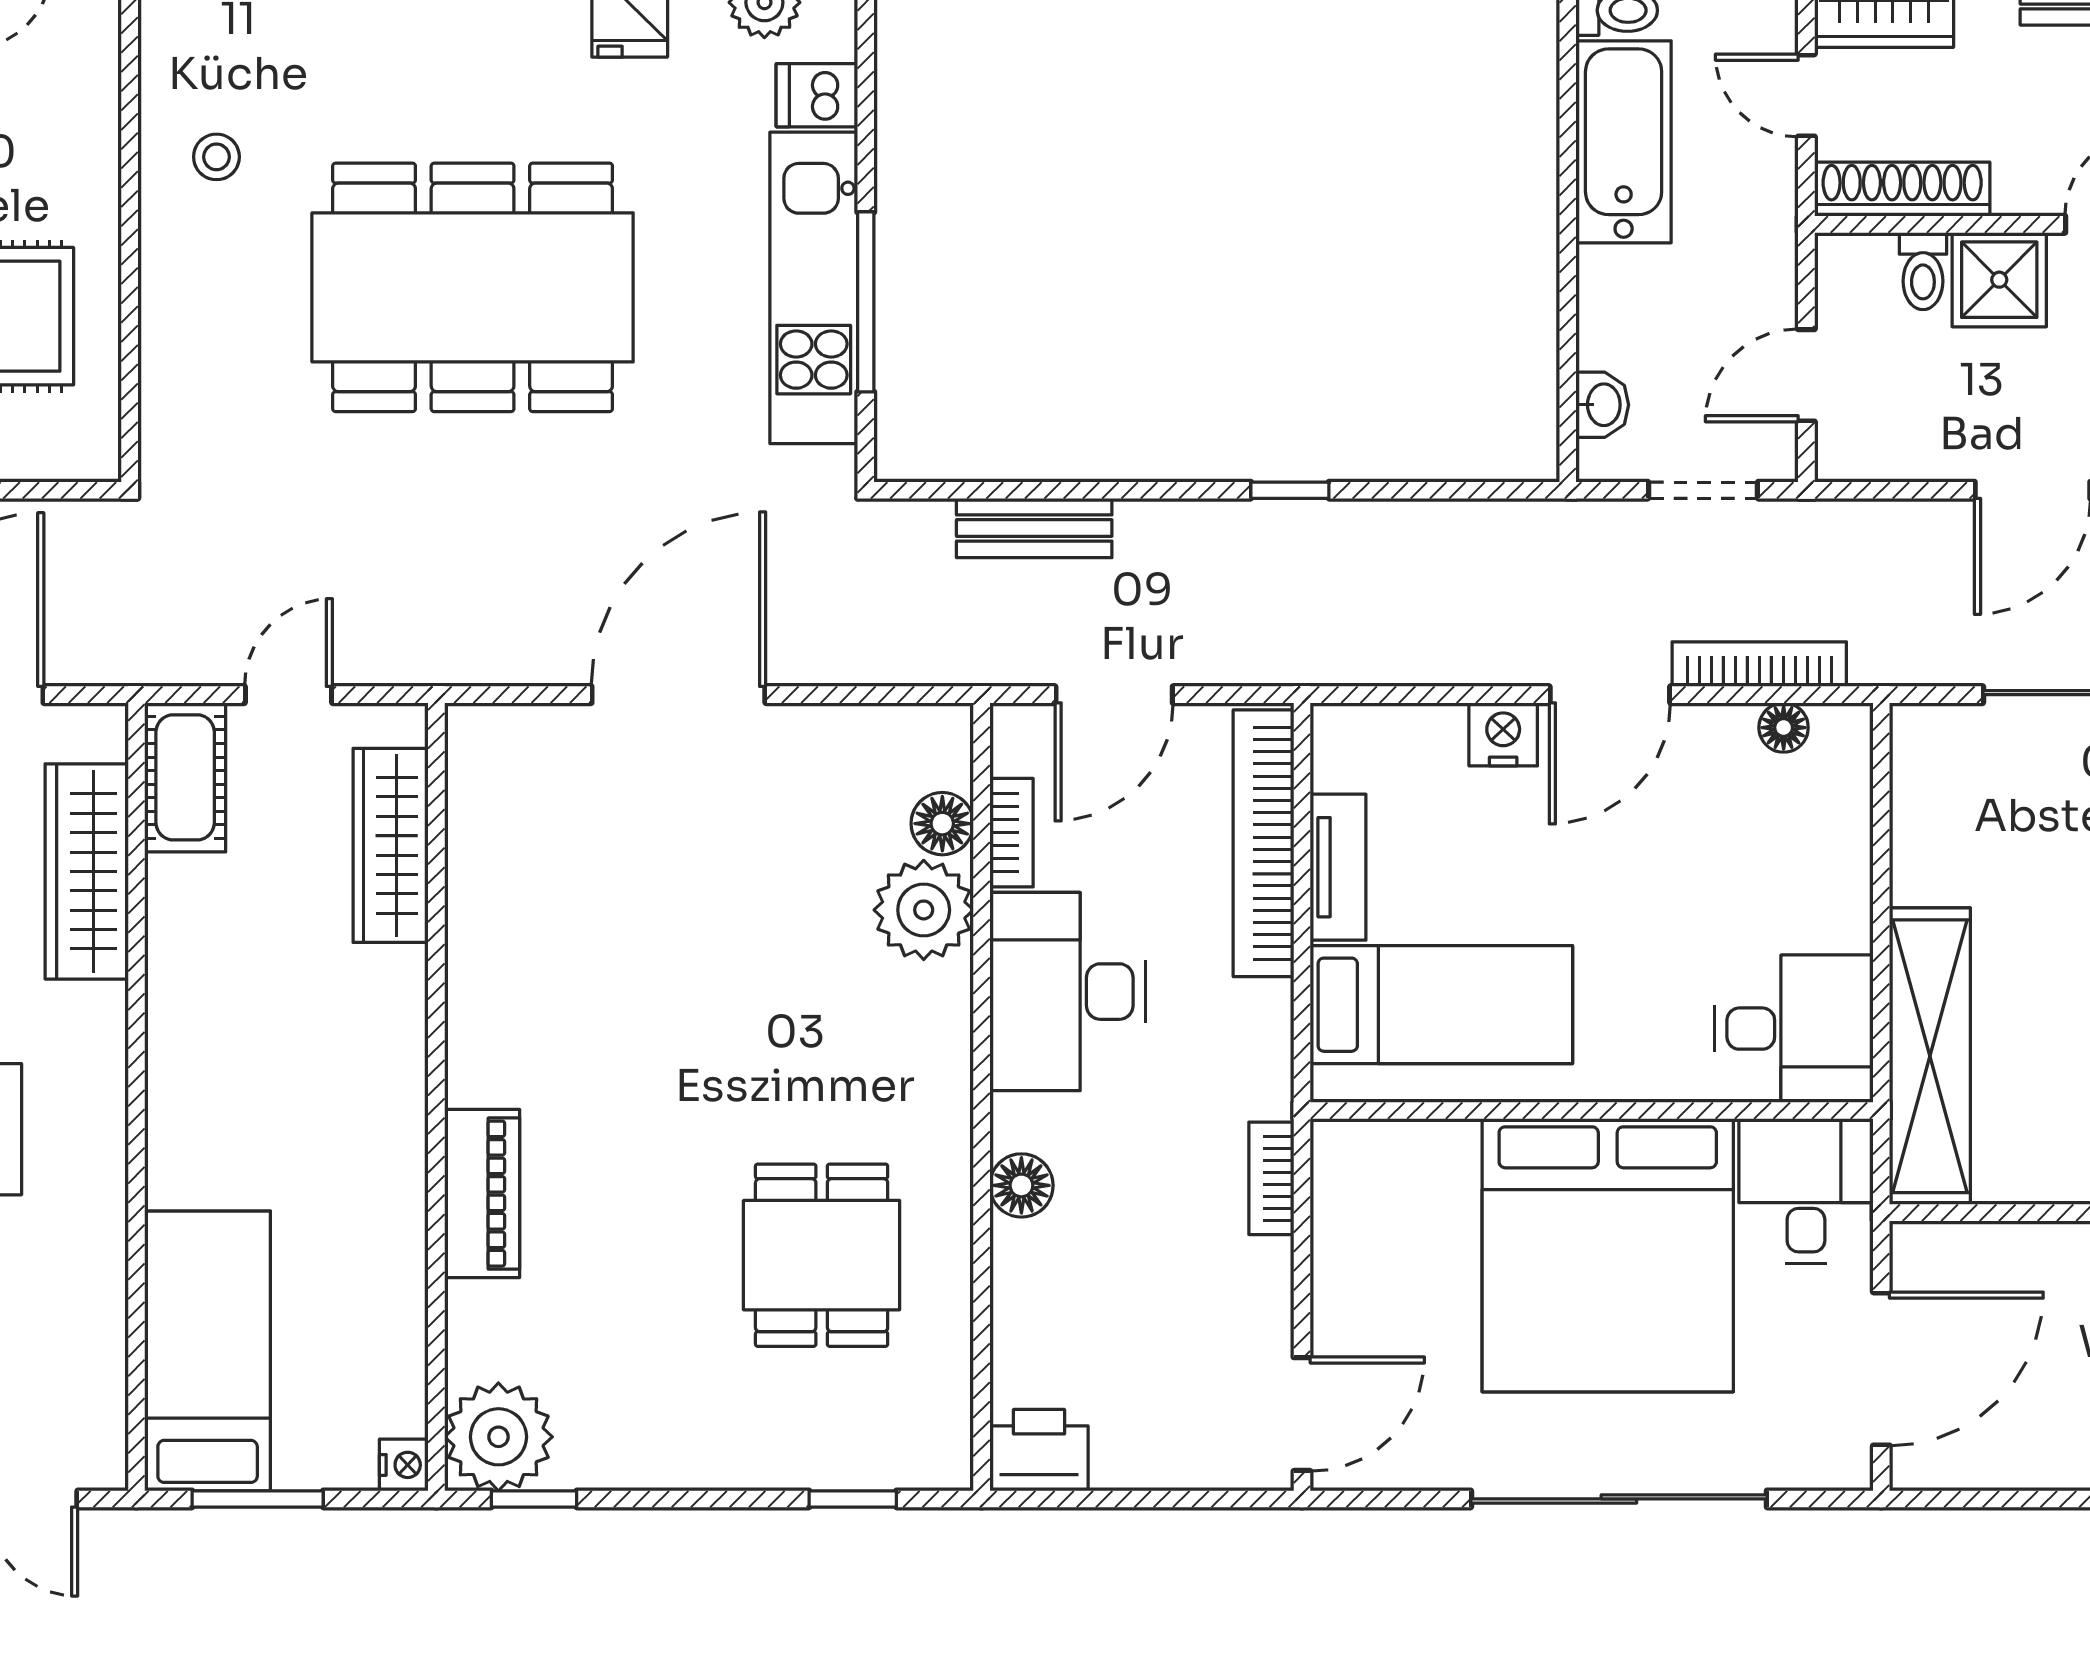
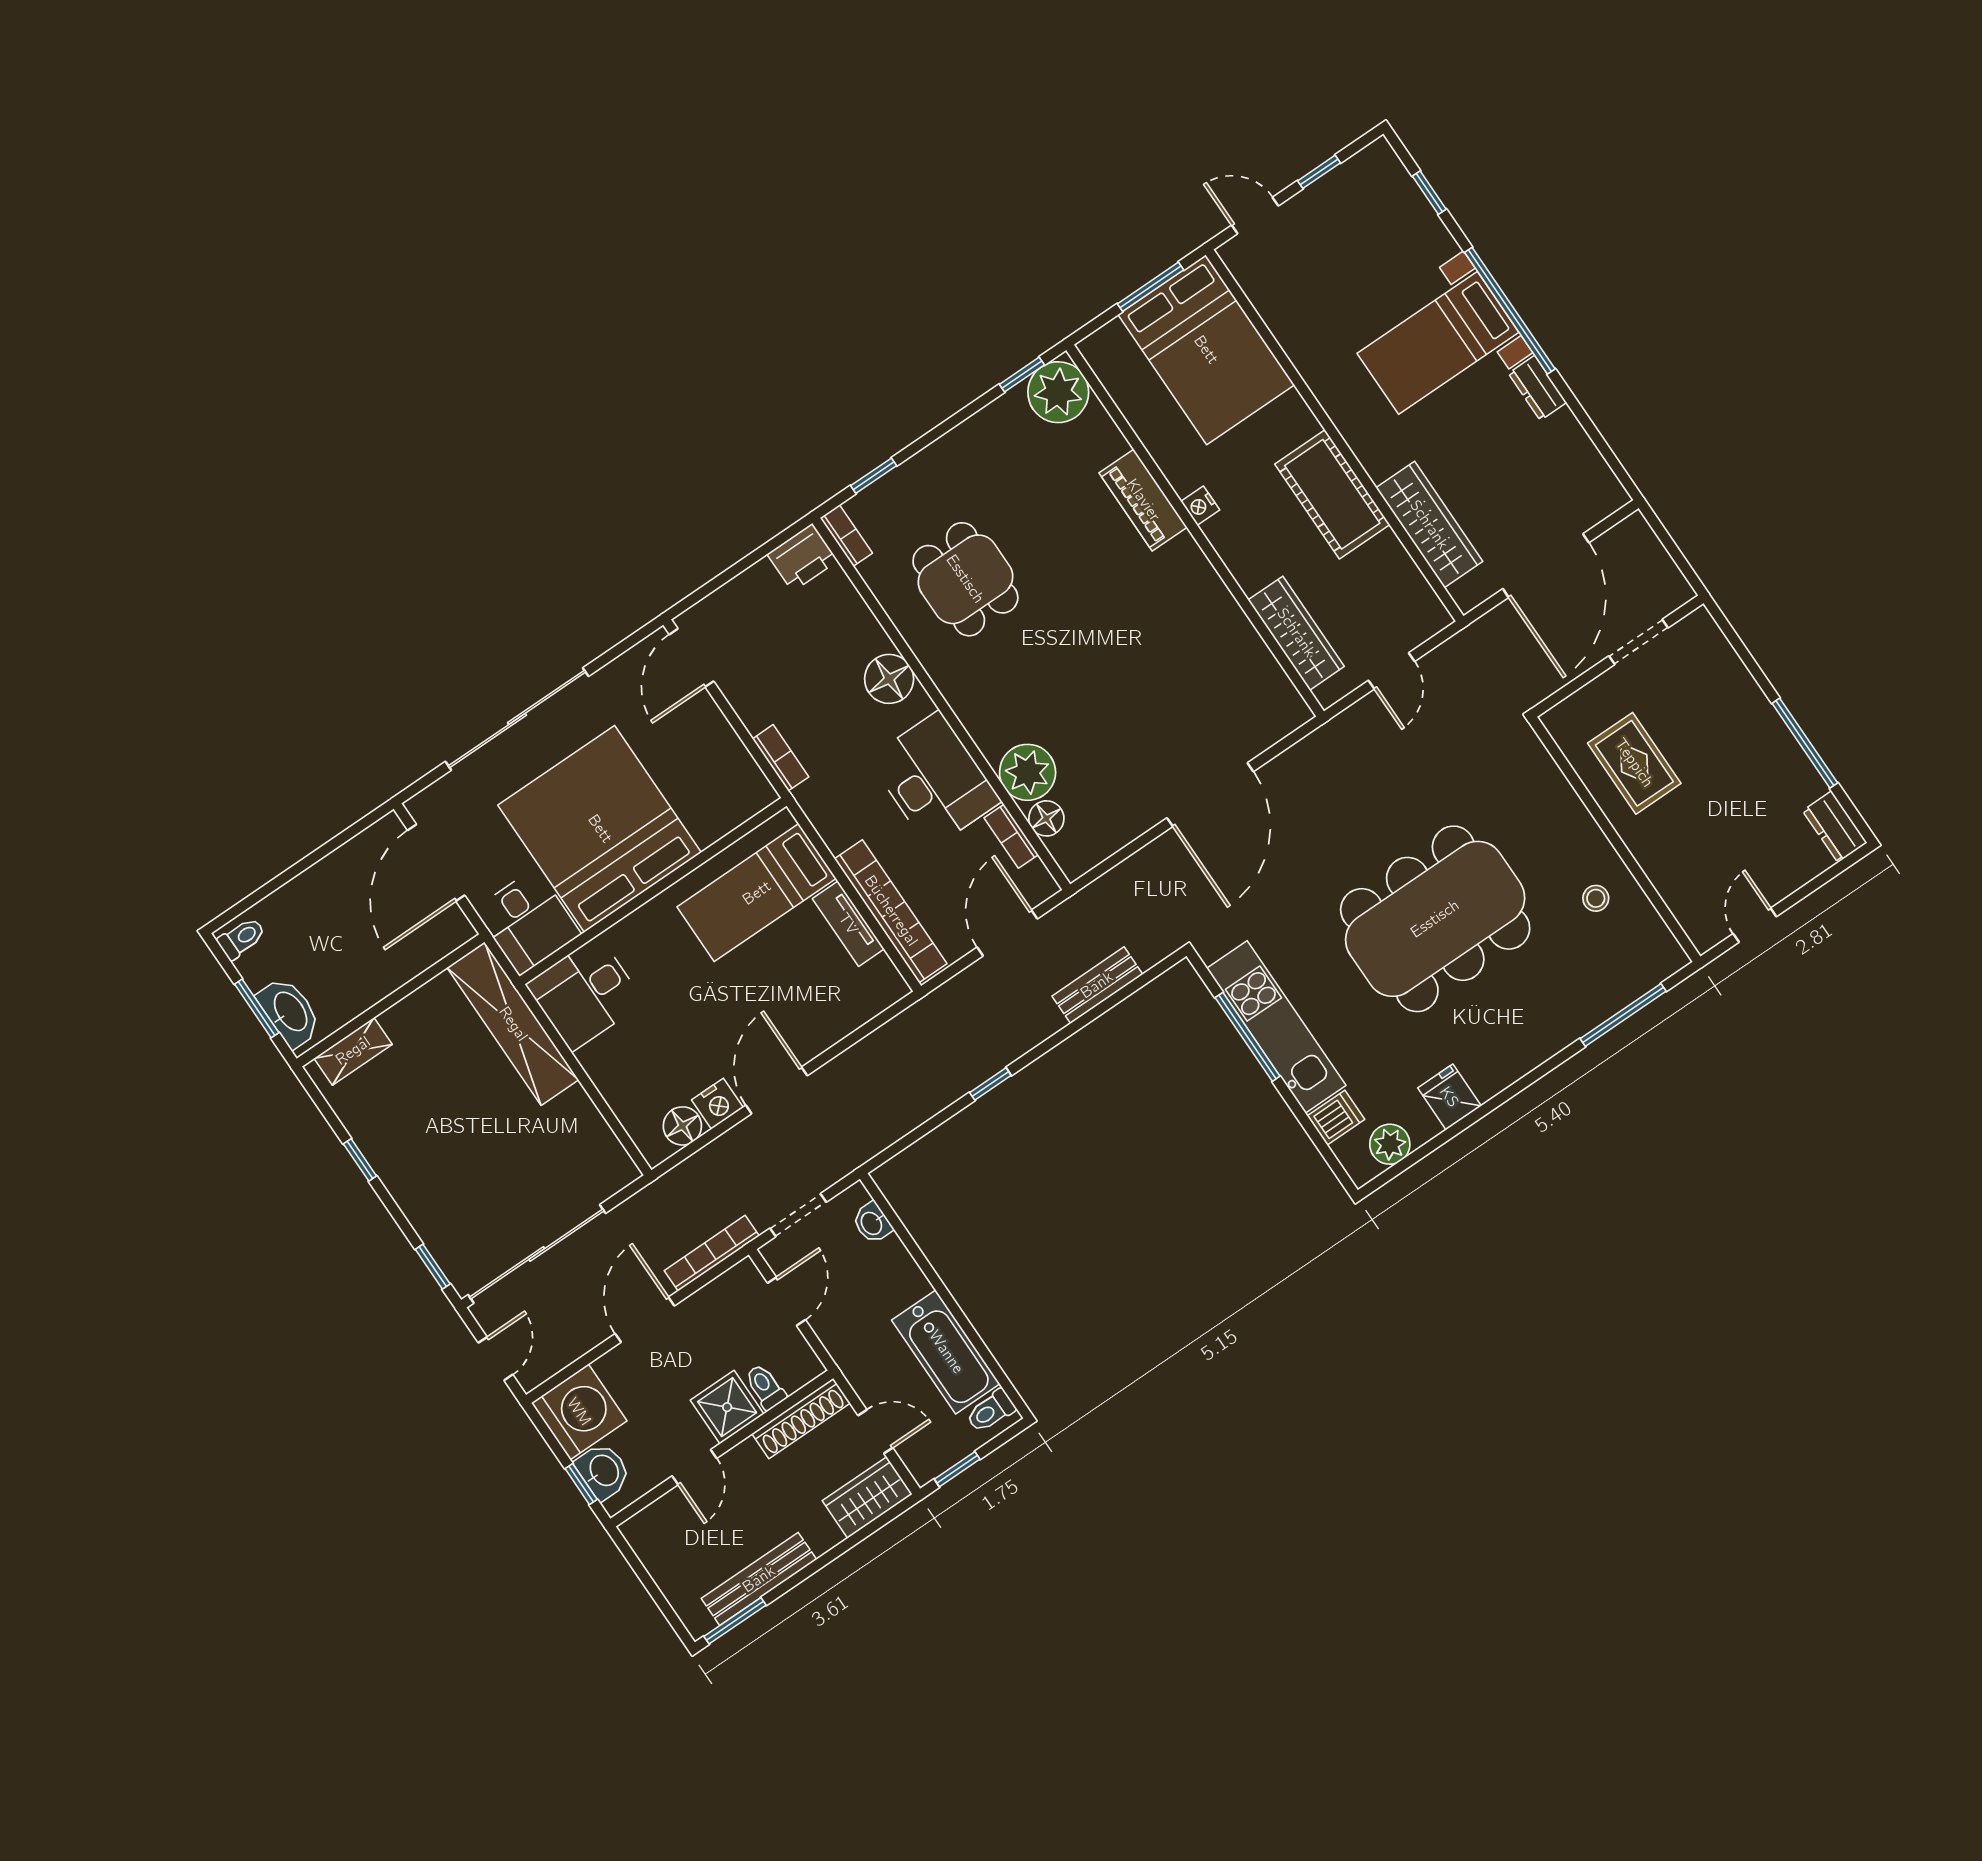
bookcase: (1759, 664) -> (712, 1253), moved, turned 180
floor lamp: (1784, 728) -> (682, 1126), width x1.37, depth x1.37
nightstand: (1503, 734) -> (717, 1104), moved
cot: (185, 777) -> (1332, 494), moved, width x1.37, depth x1.34
floor lamp: (1021, 1185) -> (889, 679), width x1.38, depth x1.38
bed: (208, 1351) -> (1206, 350), width x1.50
bookcase: (953, 1439) -> (846, 535), added
nightstand: (404, 1465) -> (1200, 506), moved

